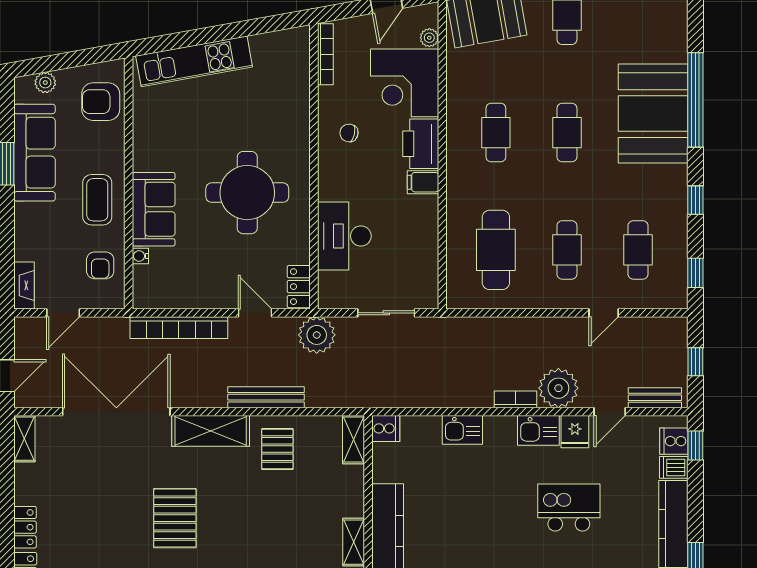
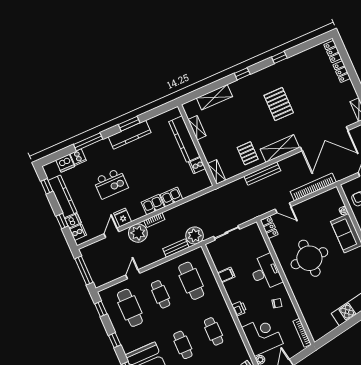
printer: (421, 144) -> (239, 308), width x0.53, depth x0.68
filing cabinet: (423, 182) -> (226, 275), moved
desk: (344, 236) -> (266, 272), moved
cafe table: (638, 250) -> (130, 308), width x1.37, depth x1.35
plant: (317, 335) -> (195, 235), moved
window: (695, 362) -> (84, 271), width x2.17
bench: (655, 398) -> (176, 248), moved
cooker: (386, 428) -> (197, 166), moved
kitchen sink: (538, 430) -> (153, 205), moved
window: (695, 446) -> (62, 221), moved

